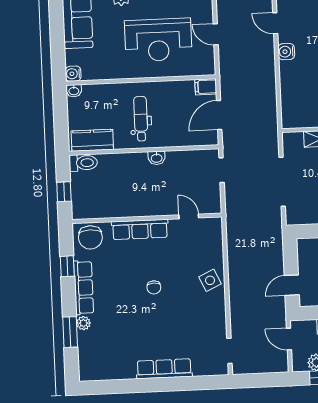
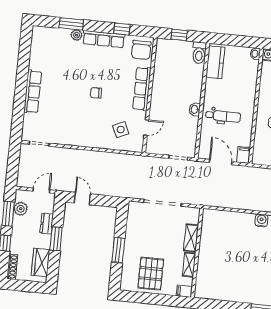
dental chair: (141, 119) -> (223, 116), moved
chair: (90, 237) -> (141, 50), turned -90
side table: (210, 280) -> (121, 130), moved

